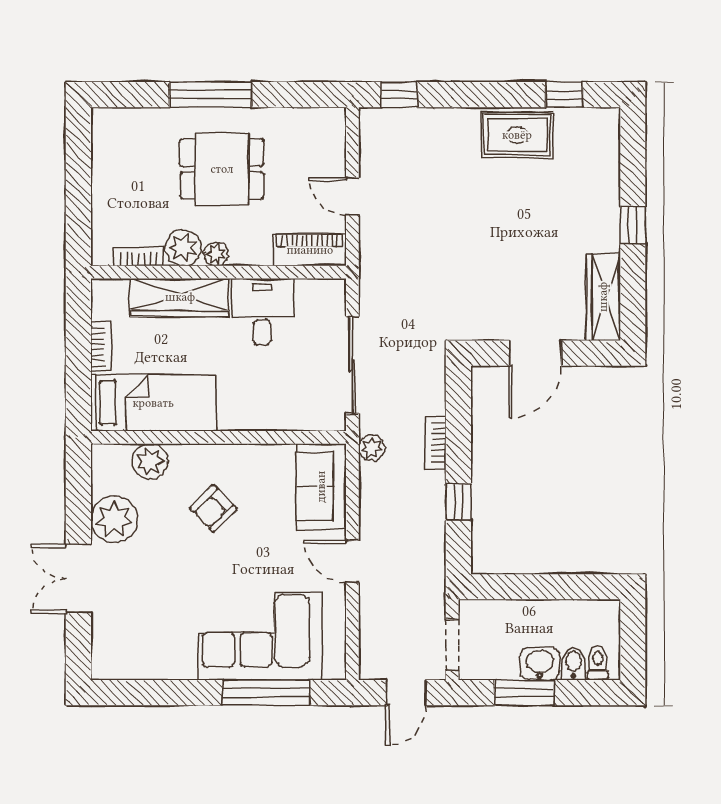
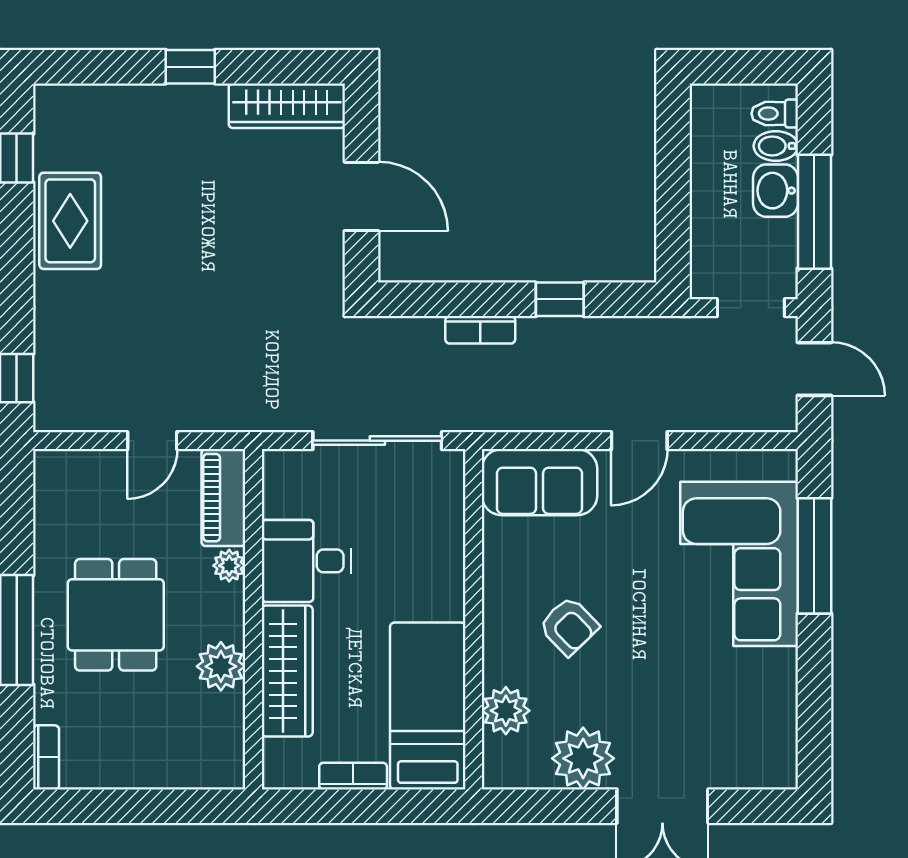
plant: (216, 254) -> (229, 566), moved
bookcase: (138, 256) -> (46, 757), moved, turned 180
plant: (372, 448) -> (488, 415), removed
window: (524, 693) -> (814, 212), width x1.44

